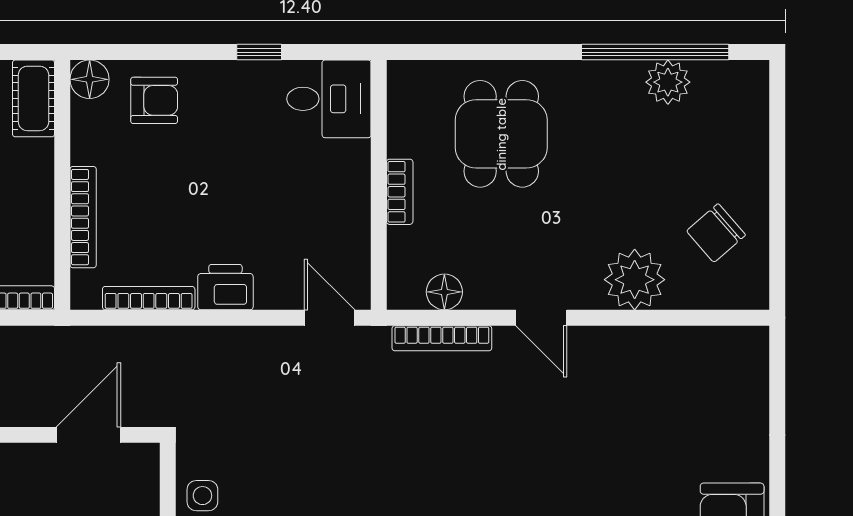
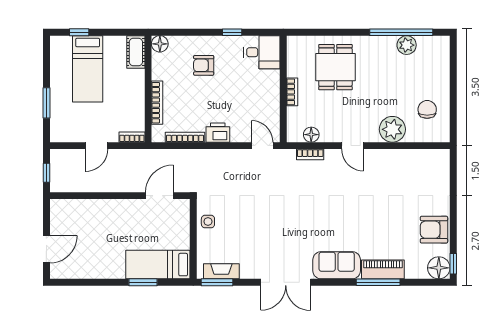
armchair: (154, 100) -> (204, 65), moved, turned 180
chair: (716, 233) -> (427, 109), turned 131
bookcase: (442, 338) -> (310, 154), width x0.64

